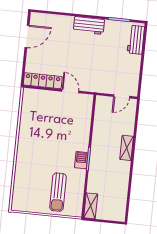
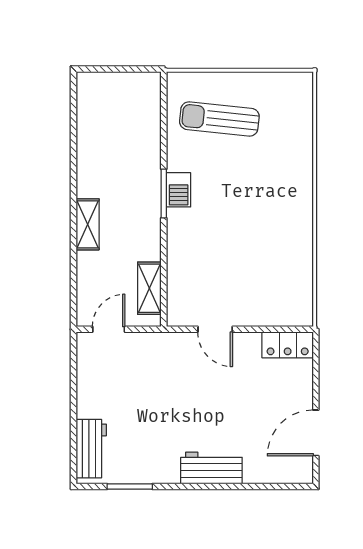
workbench: (89, 26) -> (211, 468), moved
locker: (43, 81) -> (288, 345), width x0.66
sun lounger: (58, 192) -> (219, 119), turned -84
shelving: (91, 206) -> (149, 288), moved

